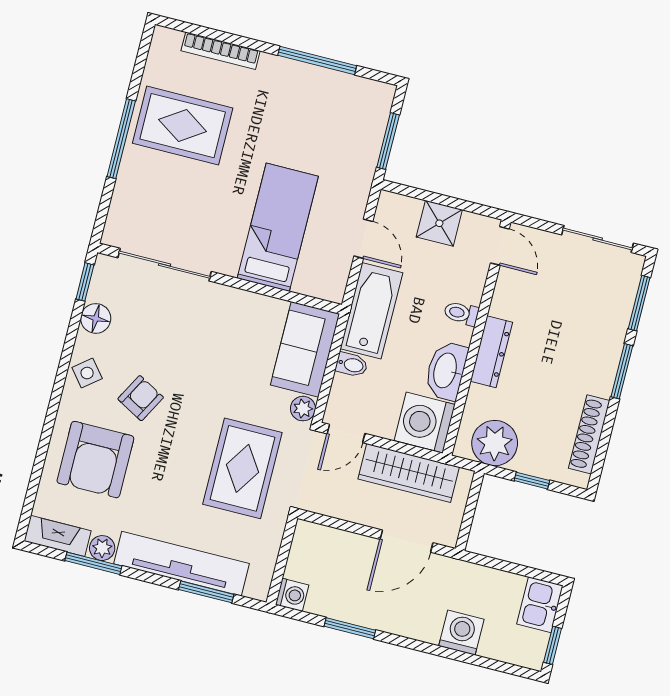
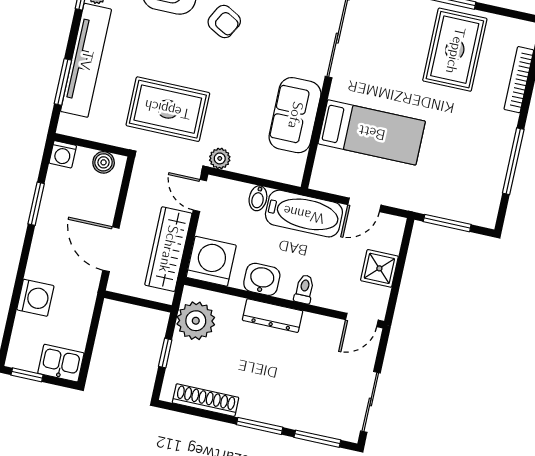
sofa: (305, 349) -> (295, 115), moved, turned -90
washbasin: (446, 371) -> (262, 279), width x0.72
boiler: (303, 547) -> (104, 162), added

